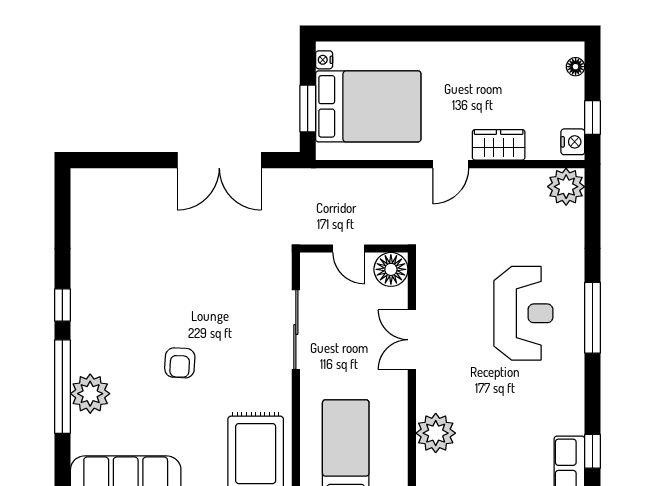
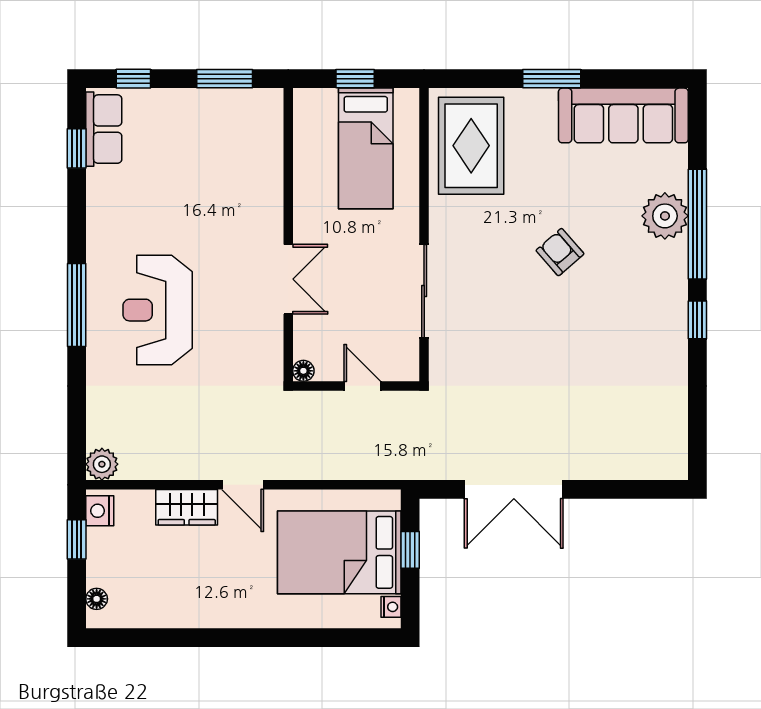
window: (308, 109) -> (410, 550), width x0.67
double door: (219, 160) -> (514, 489), swing flipped
door: (451, 164) -> (243, 485), swing flipped
plant: (566, 187) -> (102, 464), width x0.73, depth x0.73
floor lamp: (391, 269) -> (303, 371), width x0.53, depth x0.53
armchair: (180, 363) -> (560, 252), turned -44
plant: (436, 433) -> (260, 170), removed

